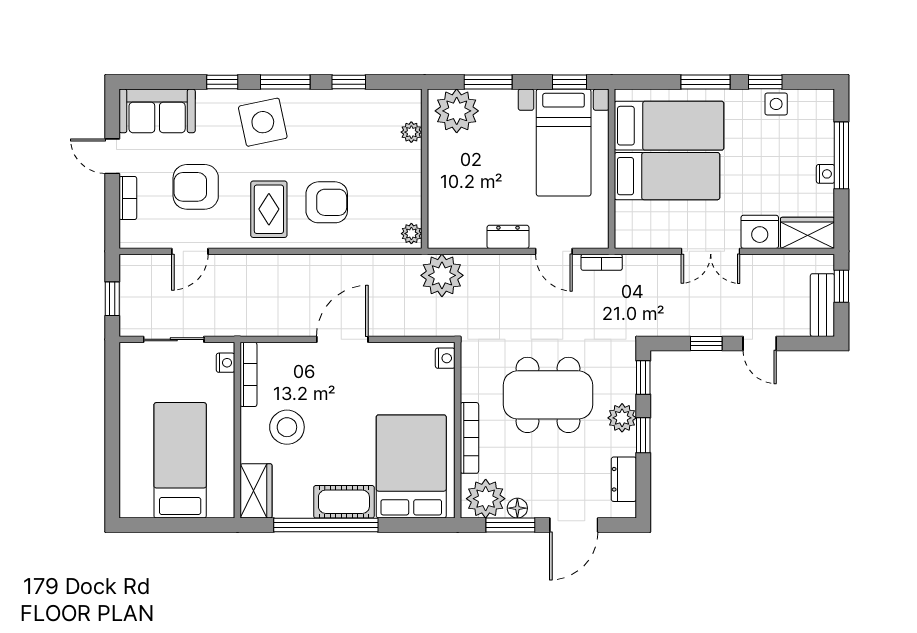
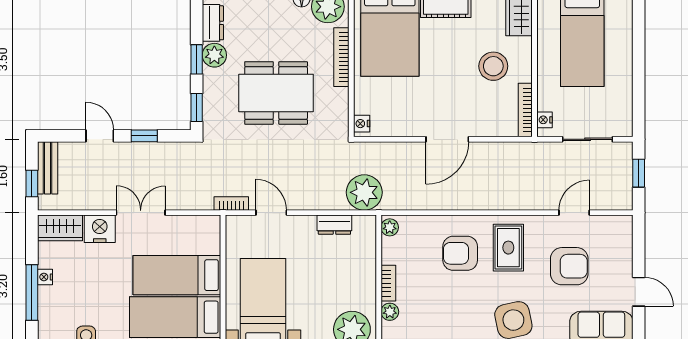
bookcase: (128, 198) -> (388, 283), moved, turned 180
dresser: (508, 237) -> (334, 225), moved
plant: (622, 418) -> (214, 55), moved

